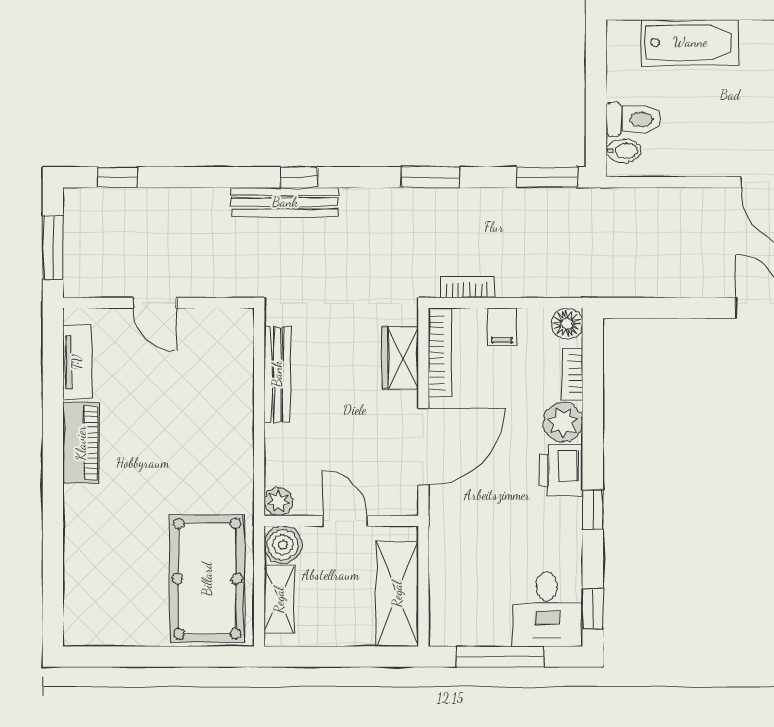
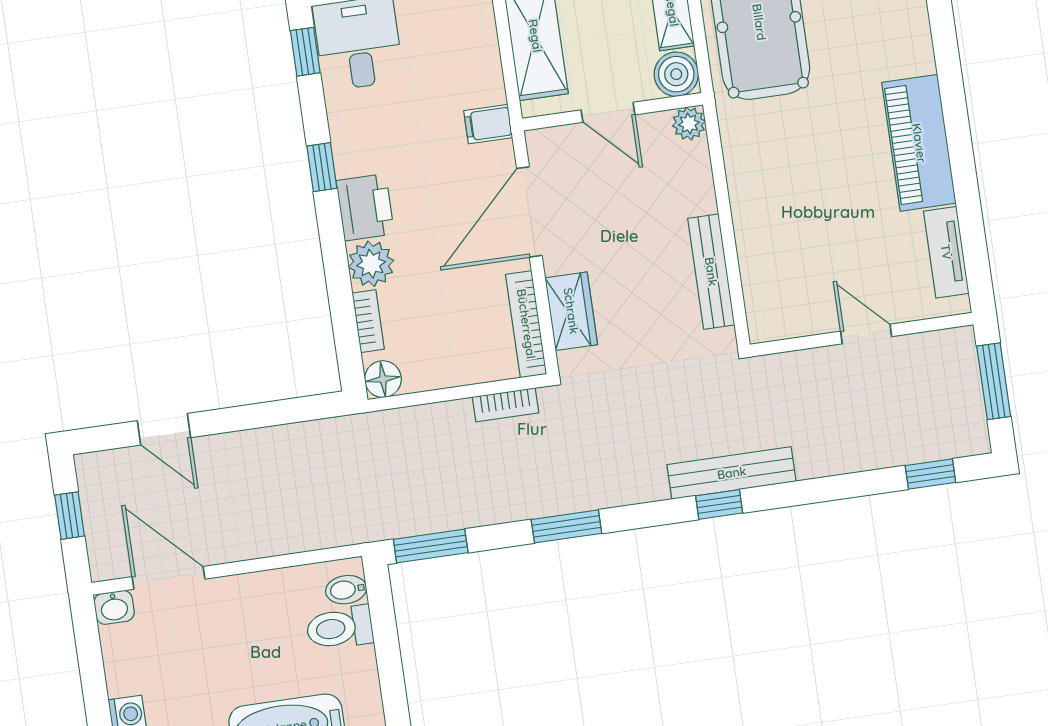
filing cabinet: (502, 327) -> (488, 124), moved, turned -90
piano: (81, 443) -> (919, 143), width x1.37, depth x1.33

